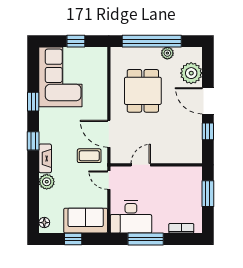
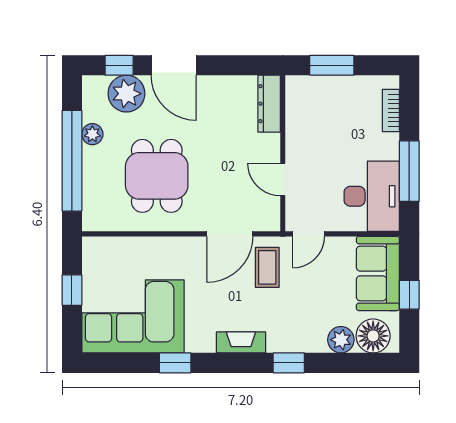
dining table: (143, 91) -> (157, 176), turned 90
door: (208, 101) -> (174, 65), hinge flipped
window: (208, 131) -> (119, 65), moved
window: (33, 141) -> (289, 363), moved
dresser: (185, 157) -> (269, 104), added
fireplace: (45, 158) -> (241, 342), moved
plant: (47, 182) -> (341, 340), moved
floor lamp: (44, 223) -> (373, 336), width x1.89, depth x1.89

